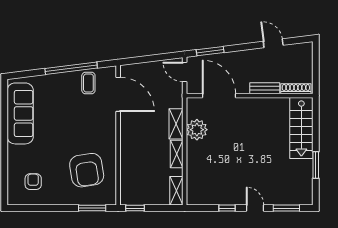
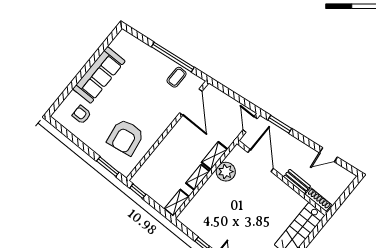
door: (273, 43) -> (328, 155), swing flipped
sofa: (20, 113) -> (99, 75), moved
armchair: (33, 182) -> (82, 115), turned -90

